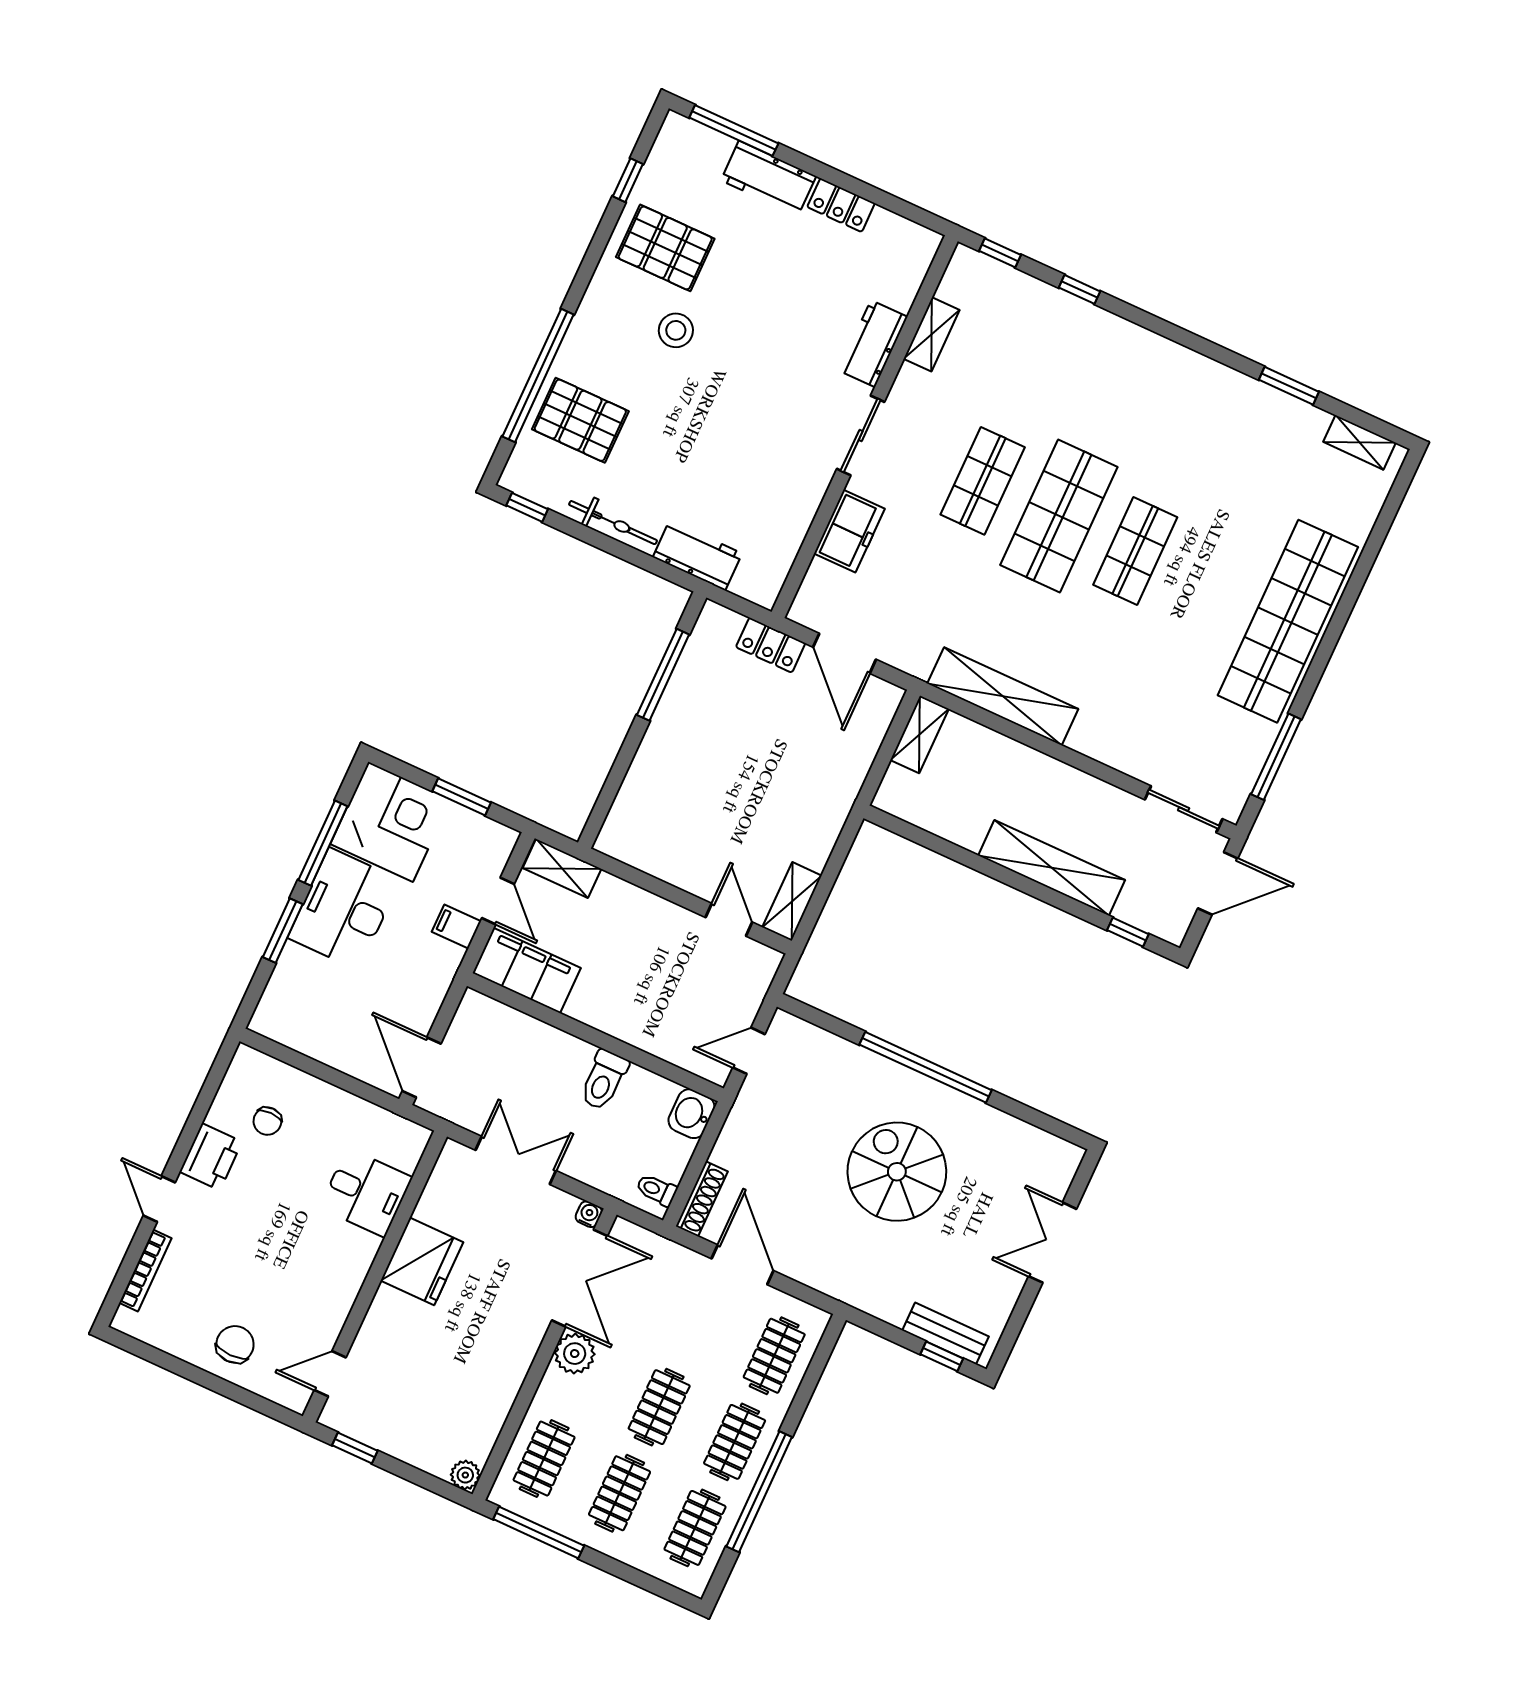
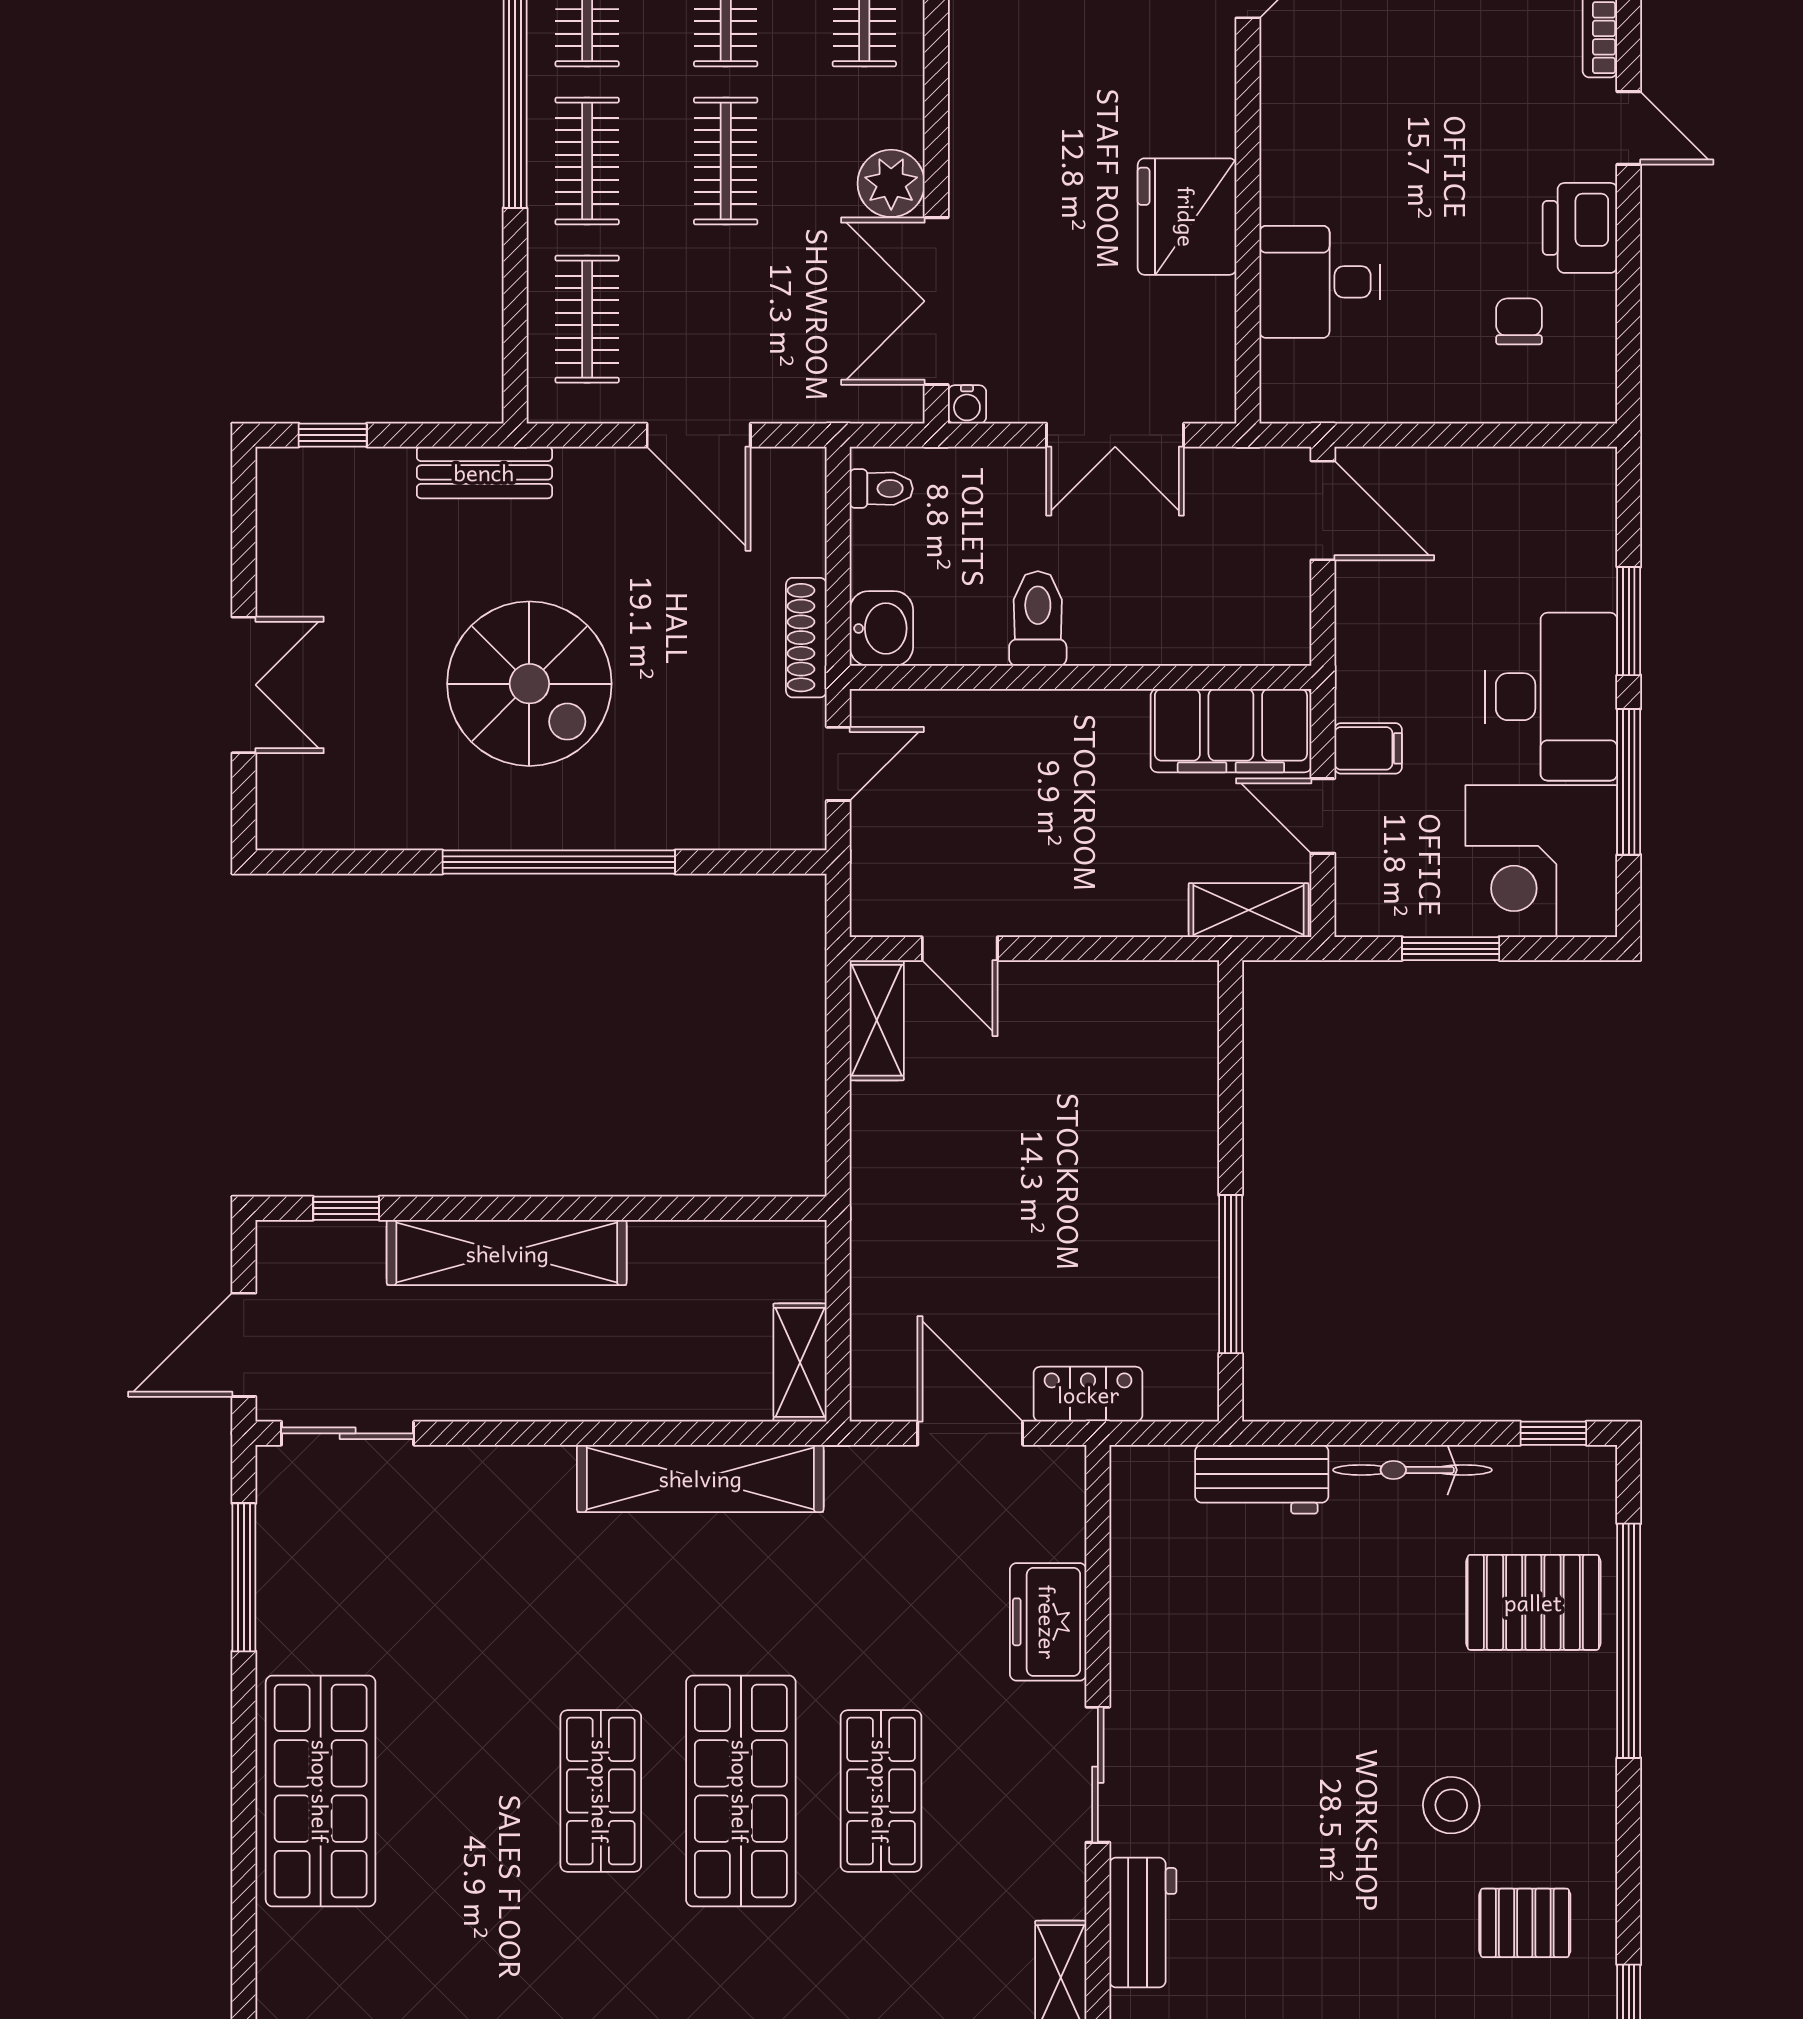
pallet: (665, 248) -> (1525, 1923), width x0.67, depth x0.71
shop shelf: (1288, 621) -> (321, 1791), width x0.71
shoe rack: (702, 1199) -> (806, 638), moved
bench: (945, 1333) -> (484, 472), moved

